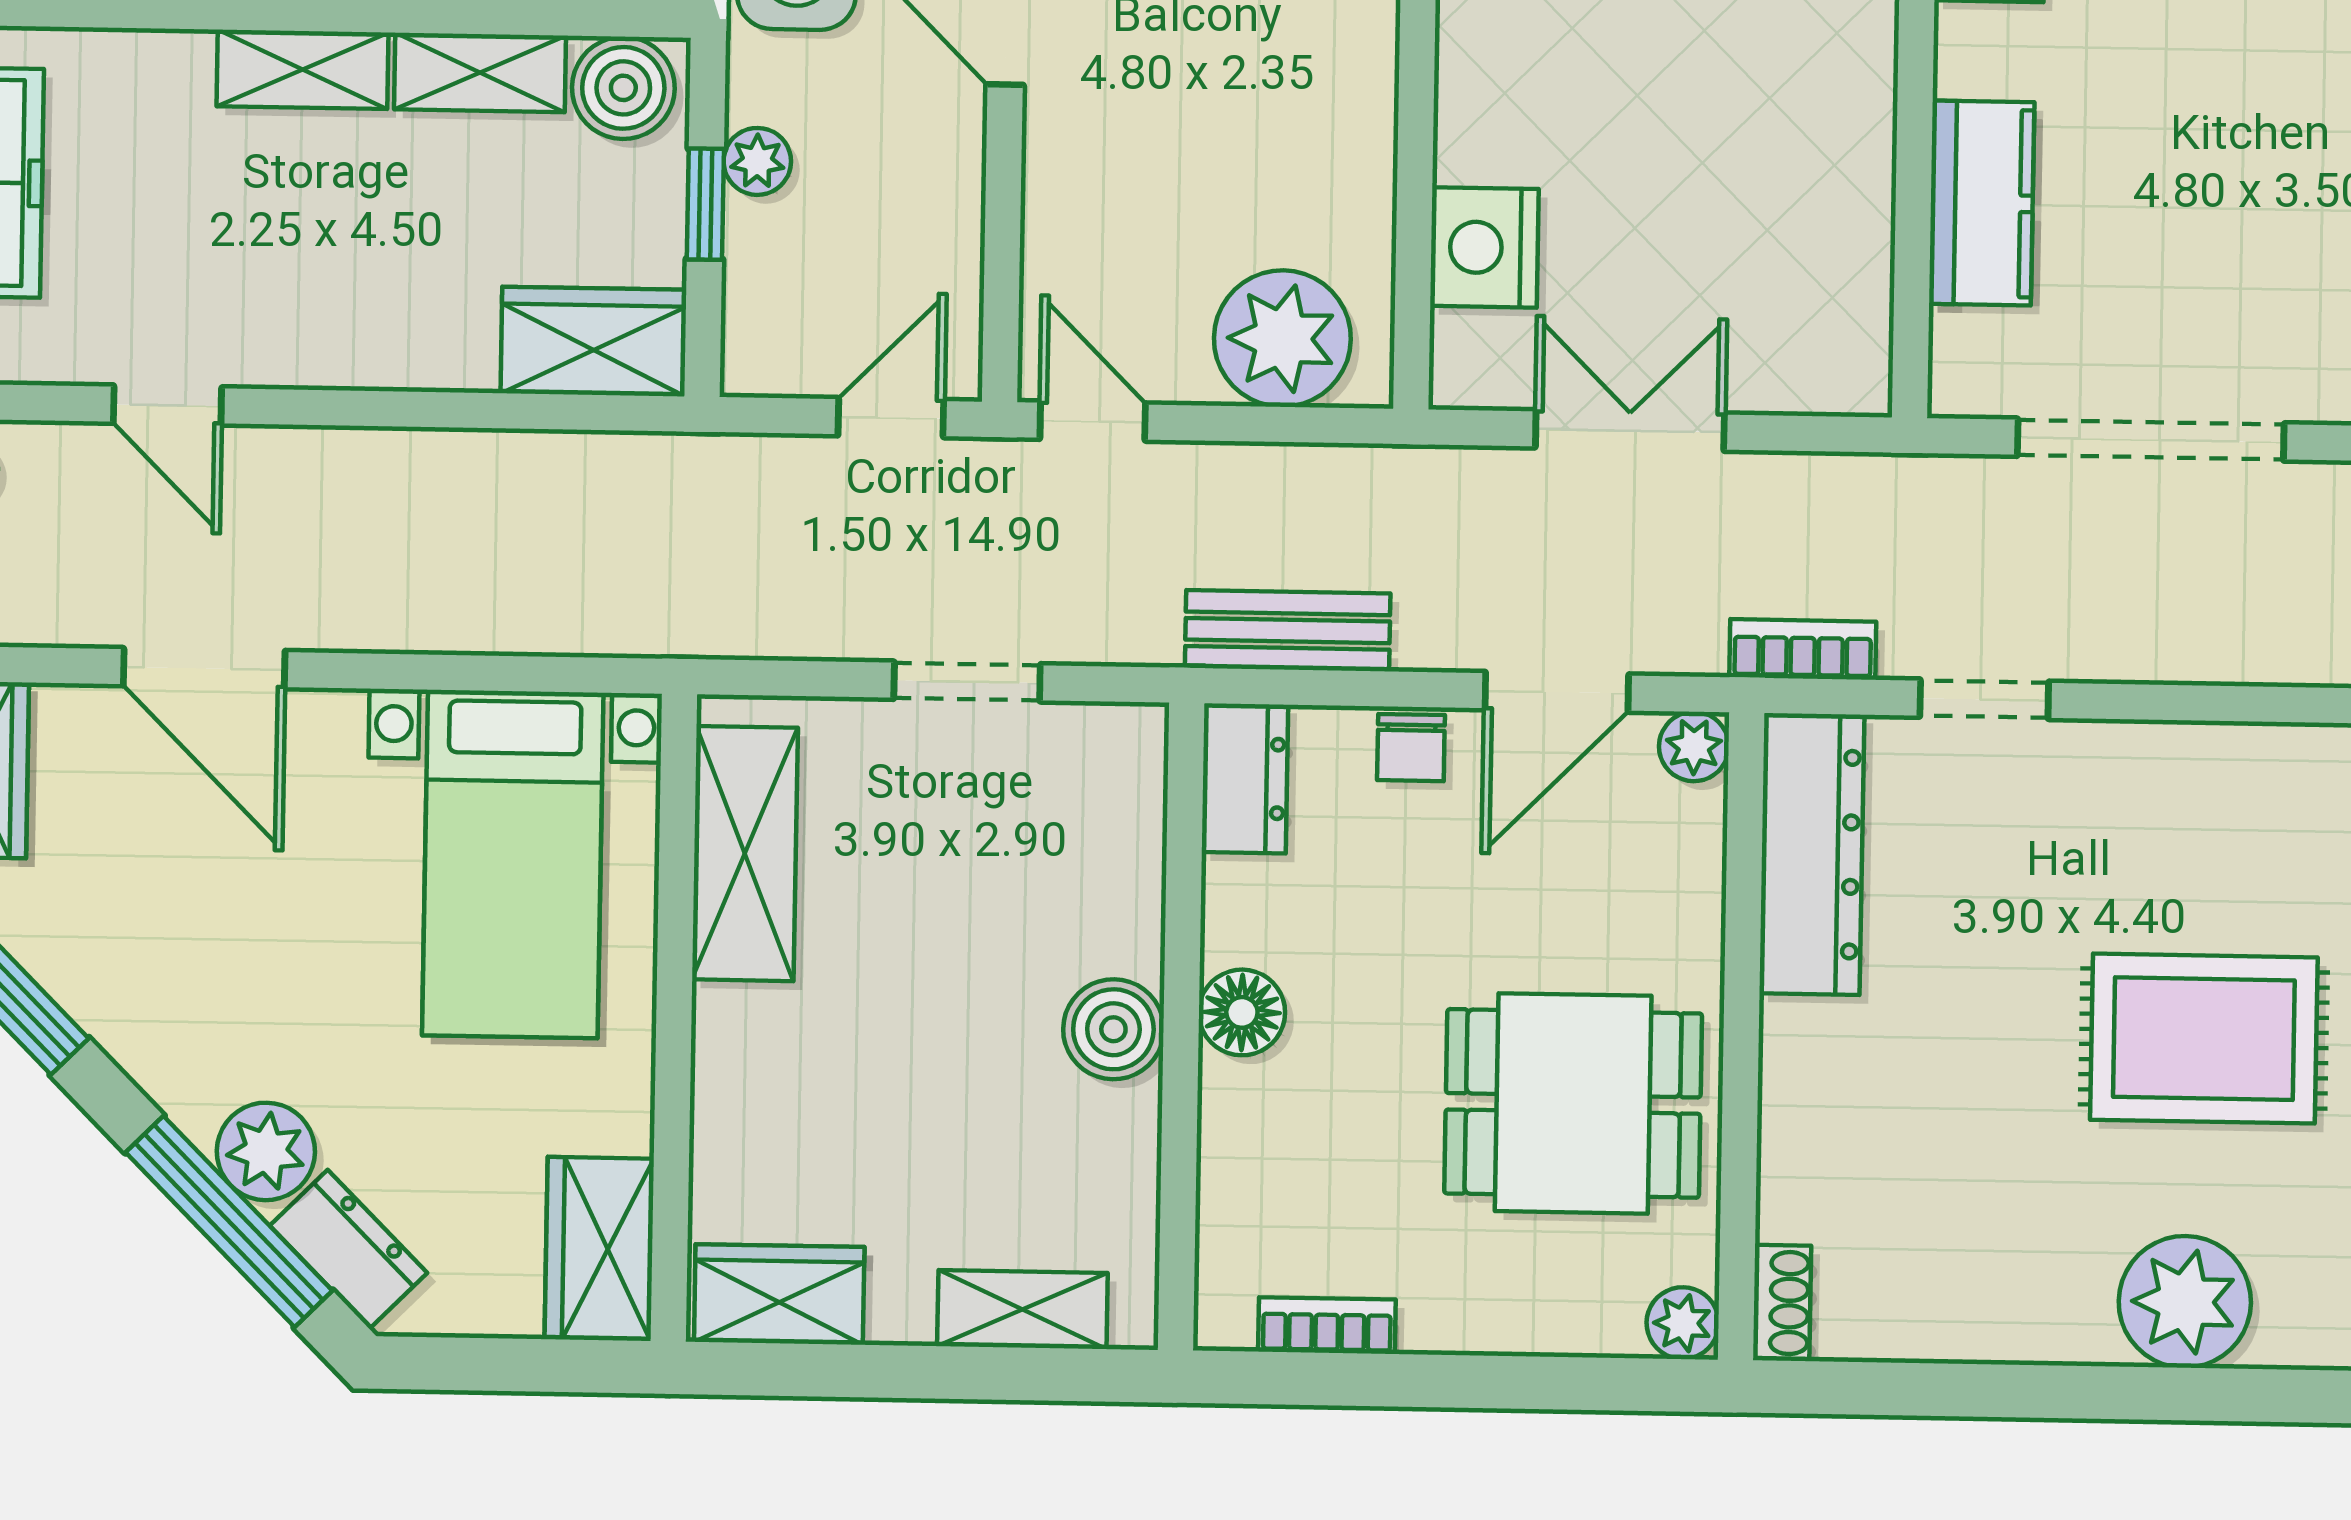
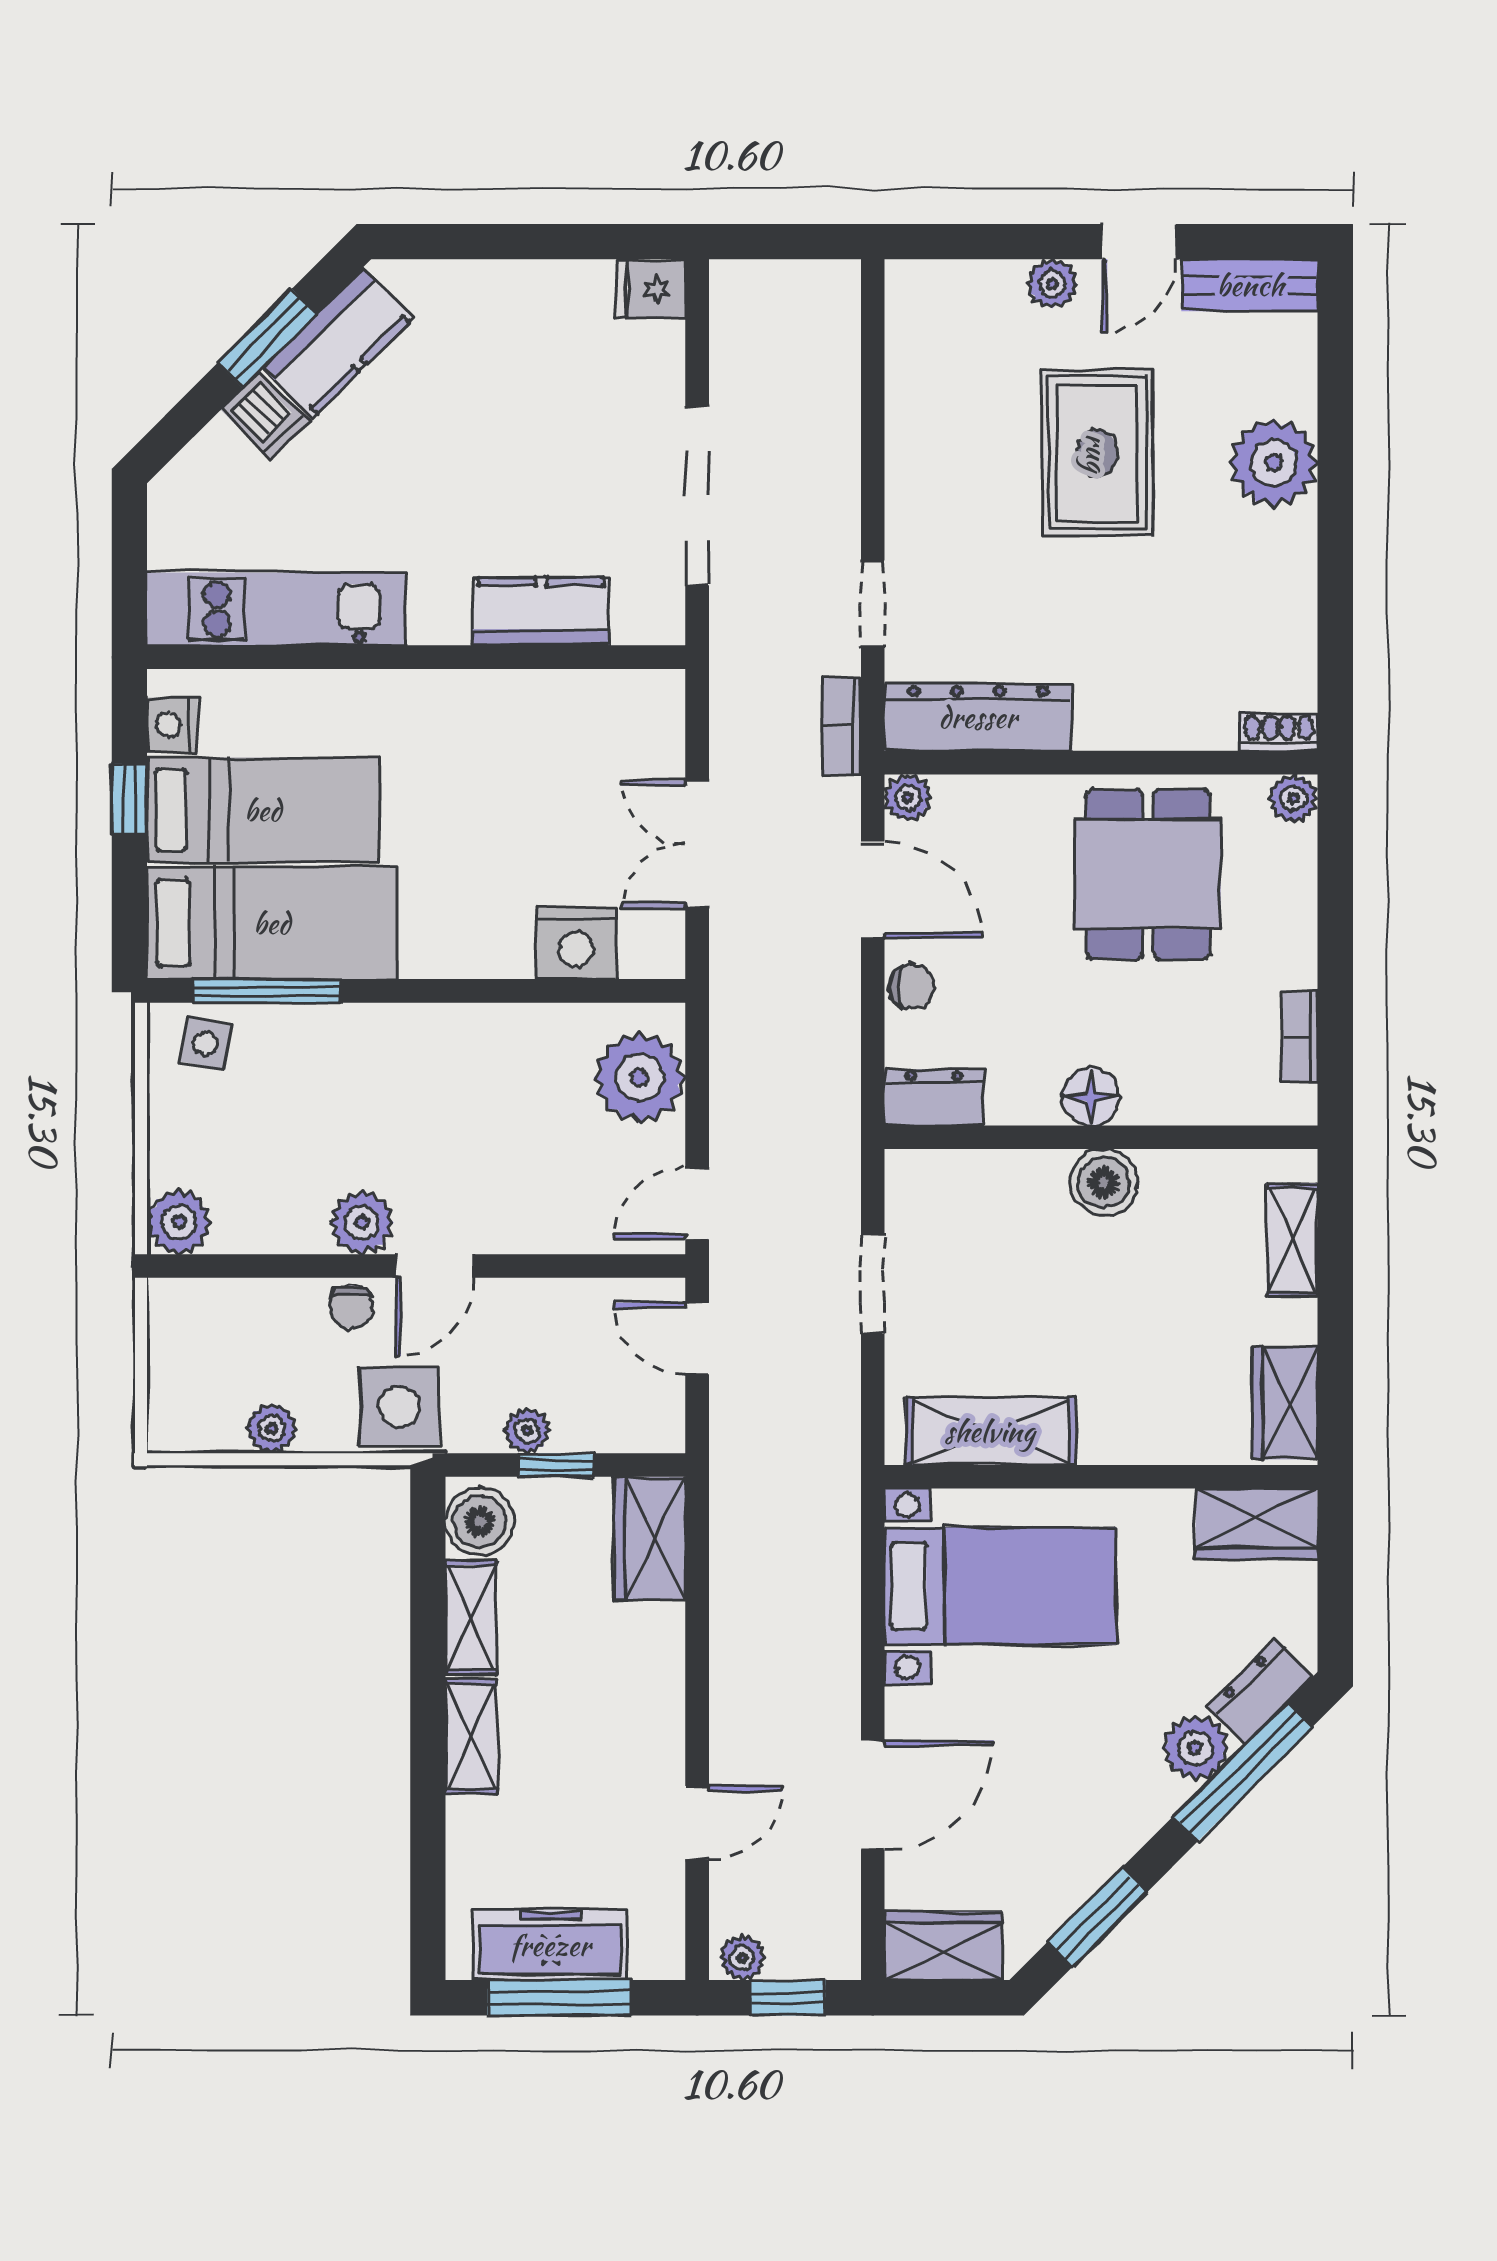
bench: (1288, 631) -> (835, 1071), removed

